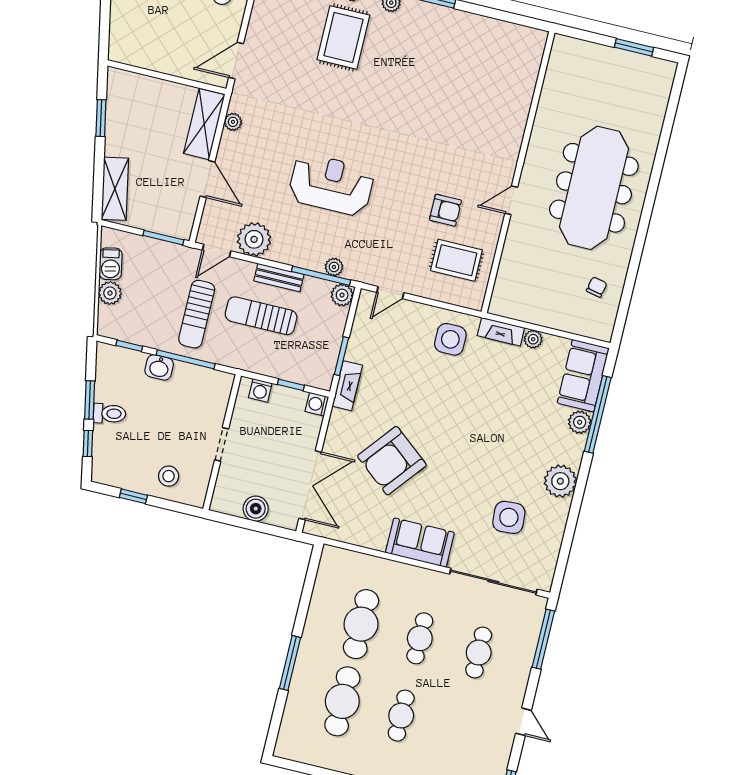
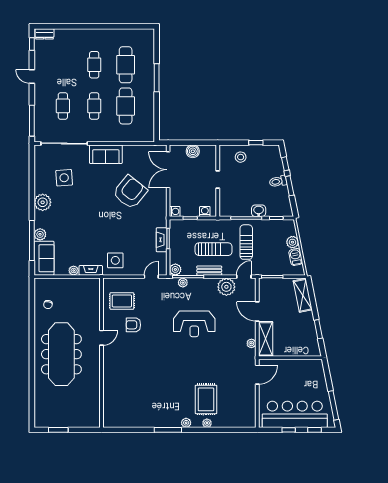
fireplace: (347, 386) -> (162, 240), moved

